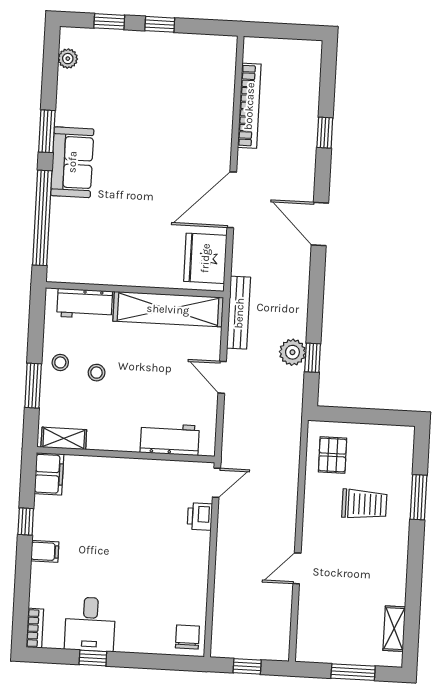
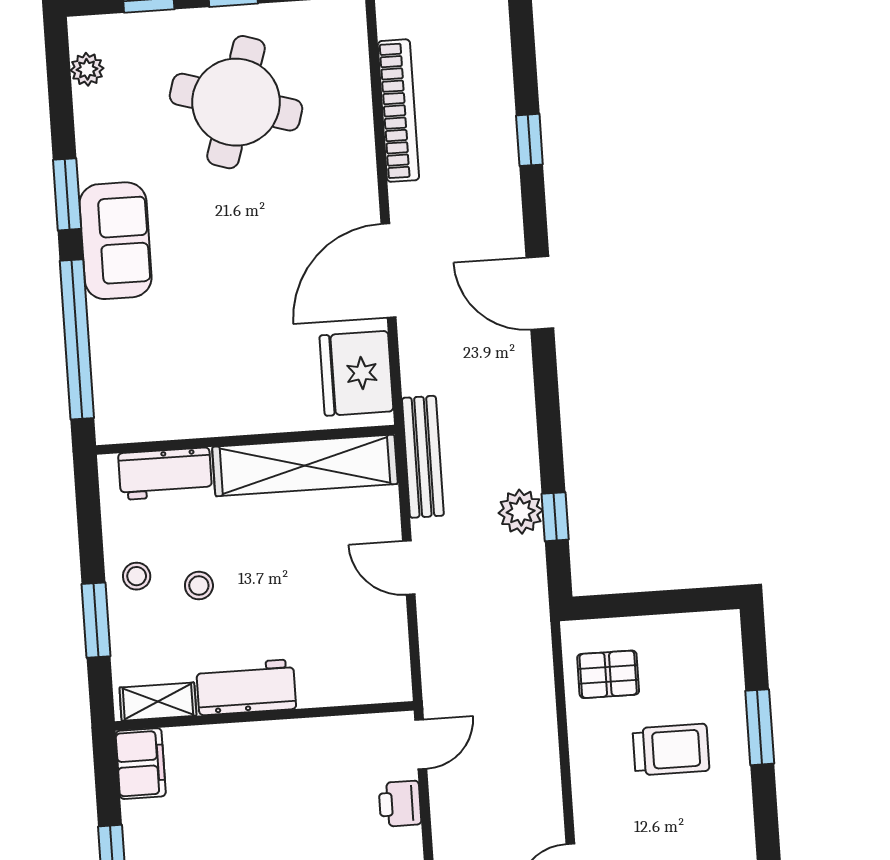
round table: (154, 89) -> (236, 102), added
workbench: (170, 439) -> (246, 687), moved
pallet: (333, 455) -> (608, 674), turned 90

